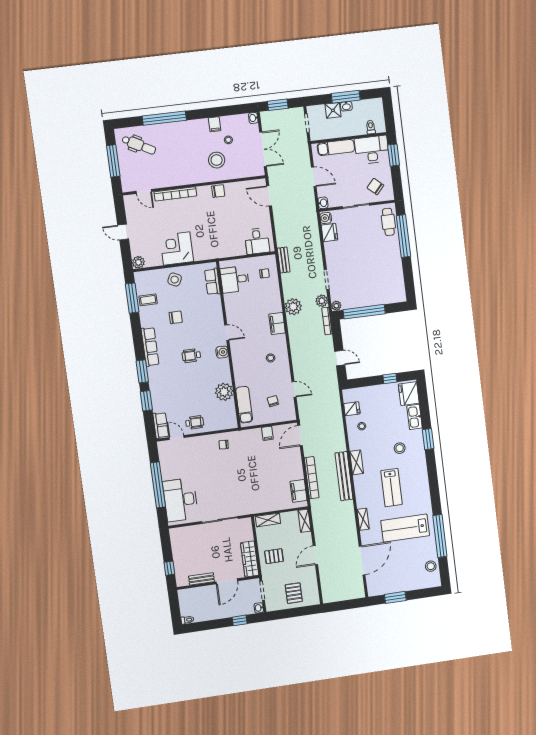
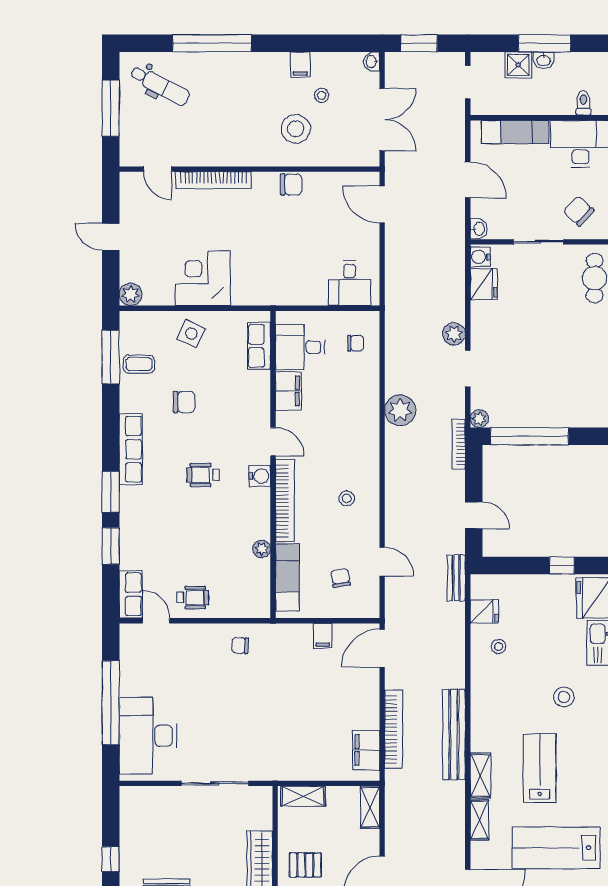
bench: (284, 260) -> (456, 578), moved
plant: (322, 301) -> (454, 334), moved
filing cabinet: (277, 324) -> (288, 391), moved, turned 180
bookcase: (237, 364) -> (285, 501), added
plant: (224, 392) -> (262, 549), width x0.53, depth x0.53
shelving: (357, 462) -> (480, 776), moved
lab bench: (391, 488) -> (540, 768), turned 180

